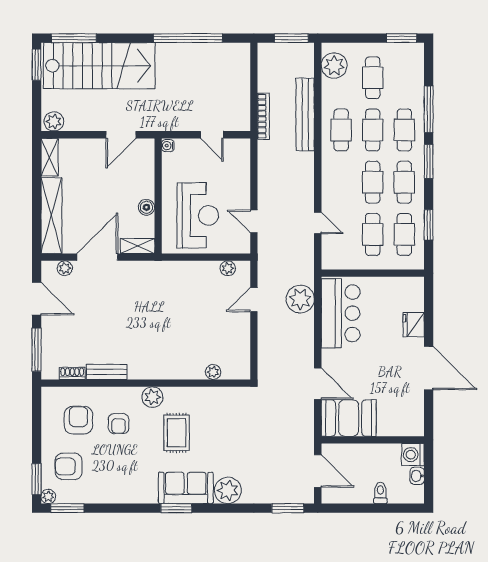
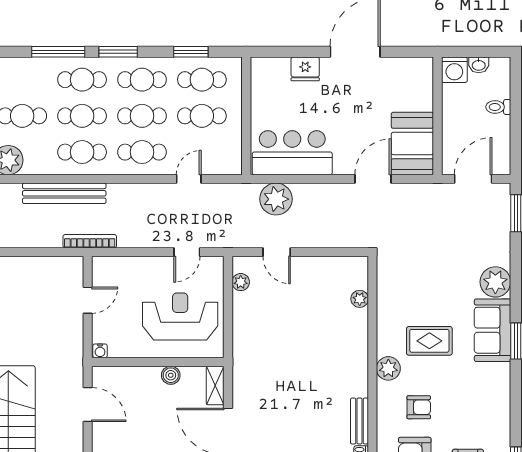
bookcase: (263, 116) -> (90, 241), moved
cafe table: (341, 182) -> (142, 152), added

